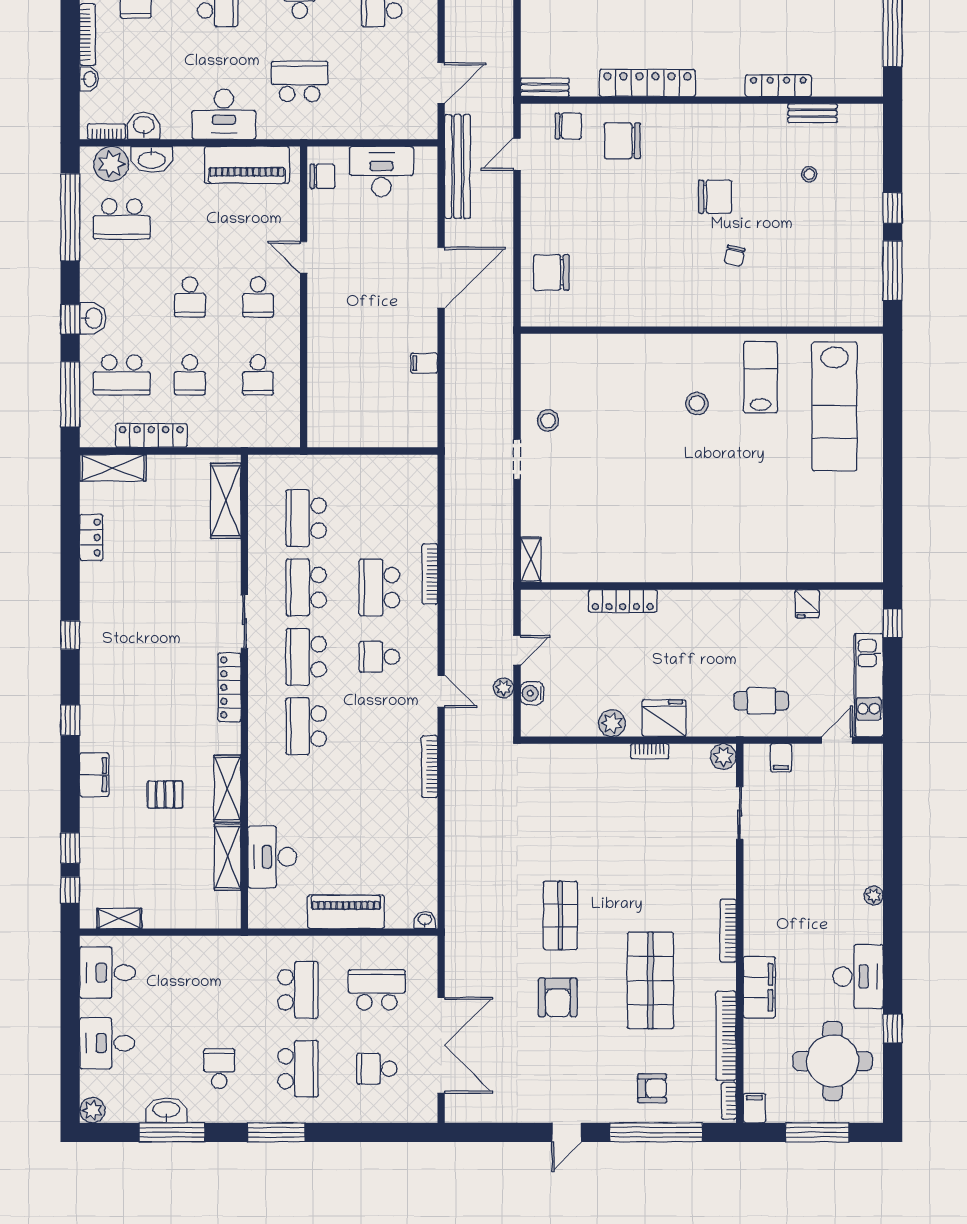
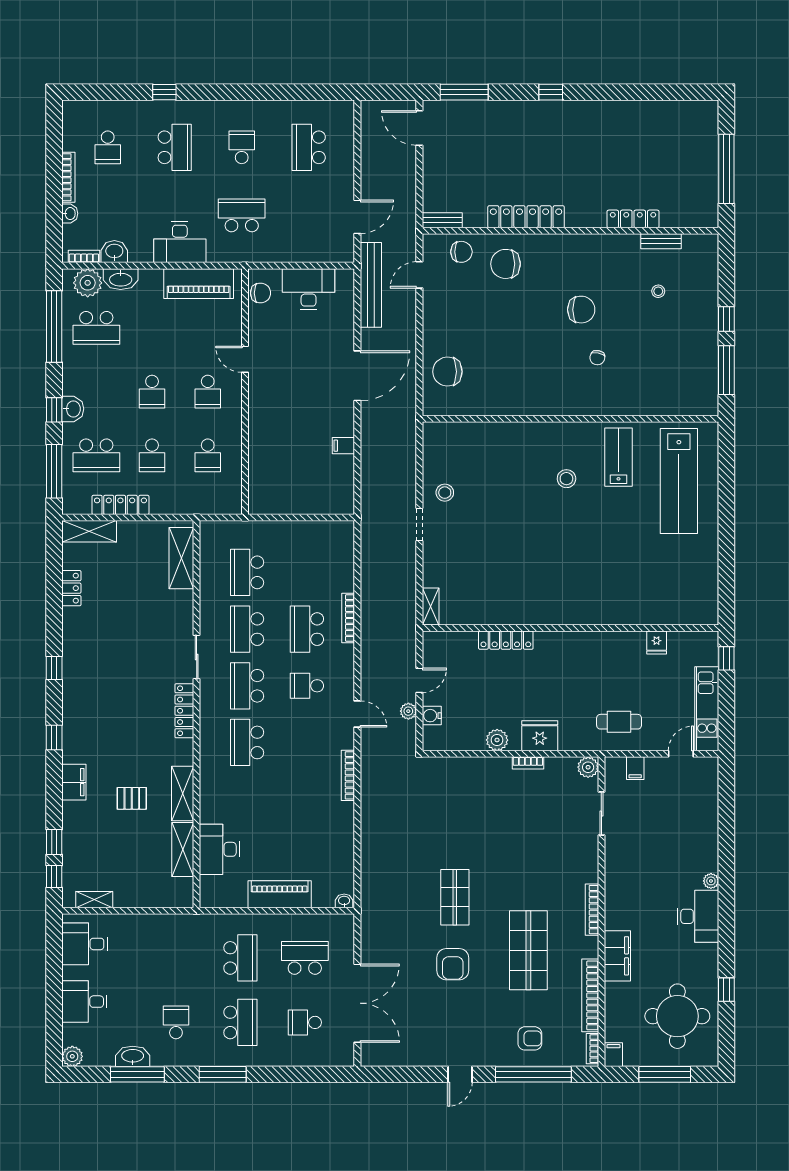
desk: (858, 977) -> (698, 916), moved

